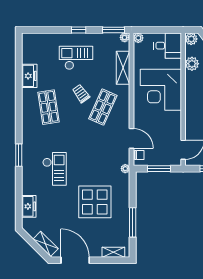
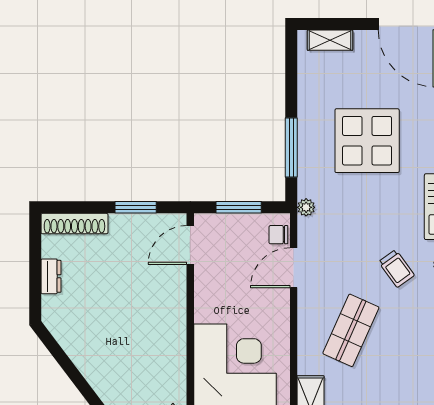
trolley: (81, 94) -> (396, 269), moved
door: (132, 138) -> (294, 268), hinge flipped
window: (133, 222) -> (291, 148), moved

